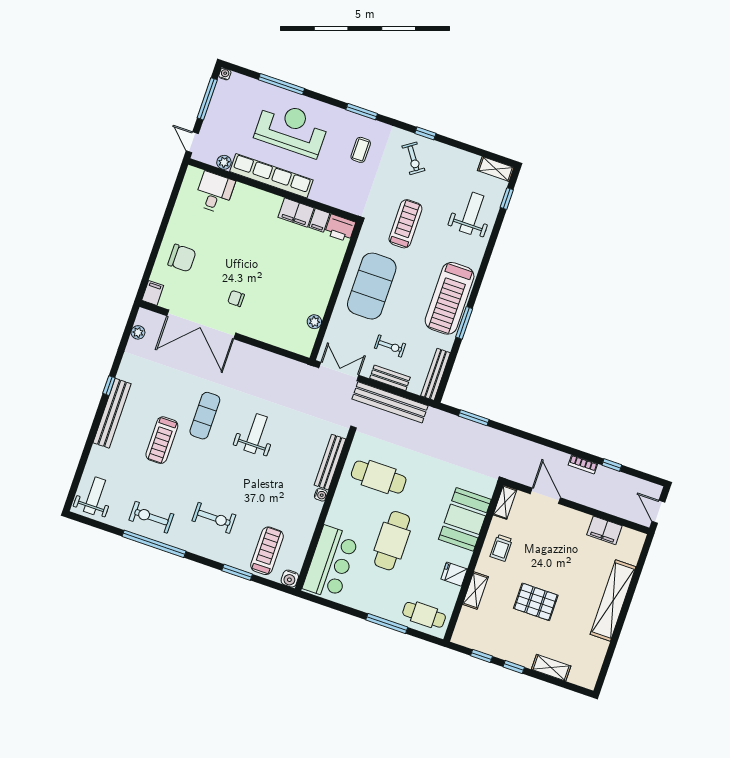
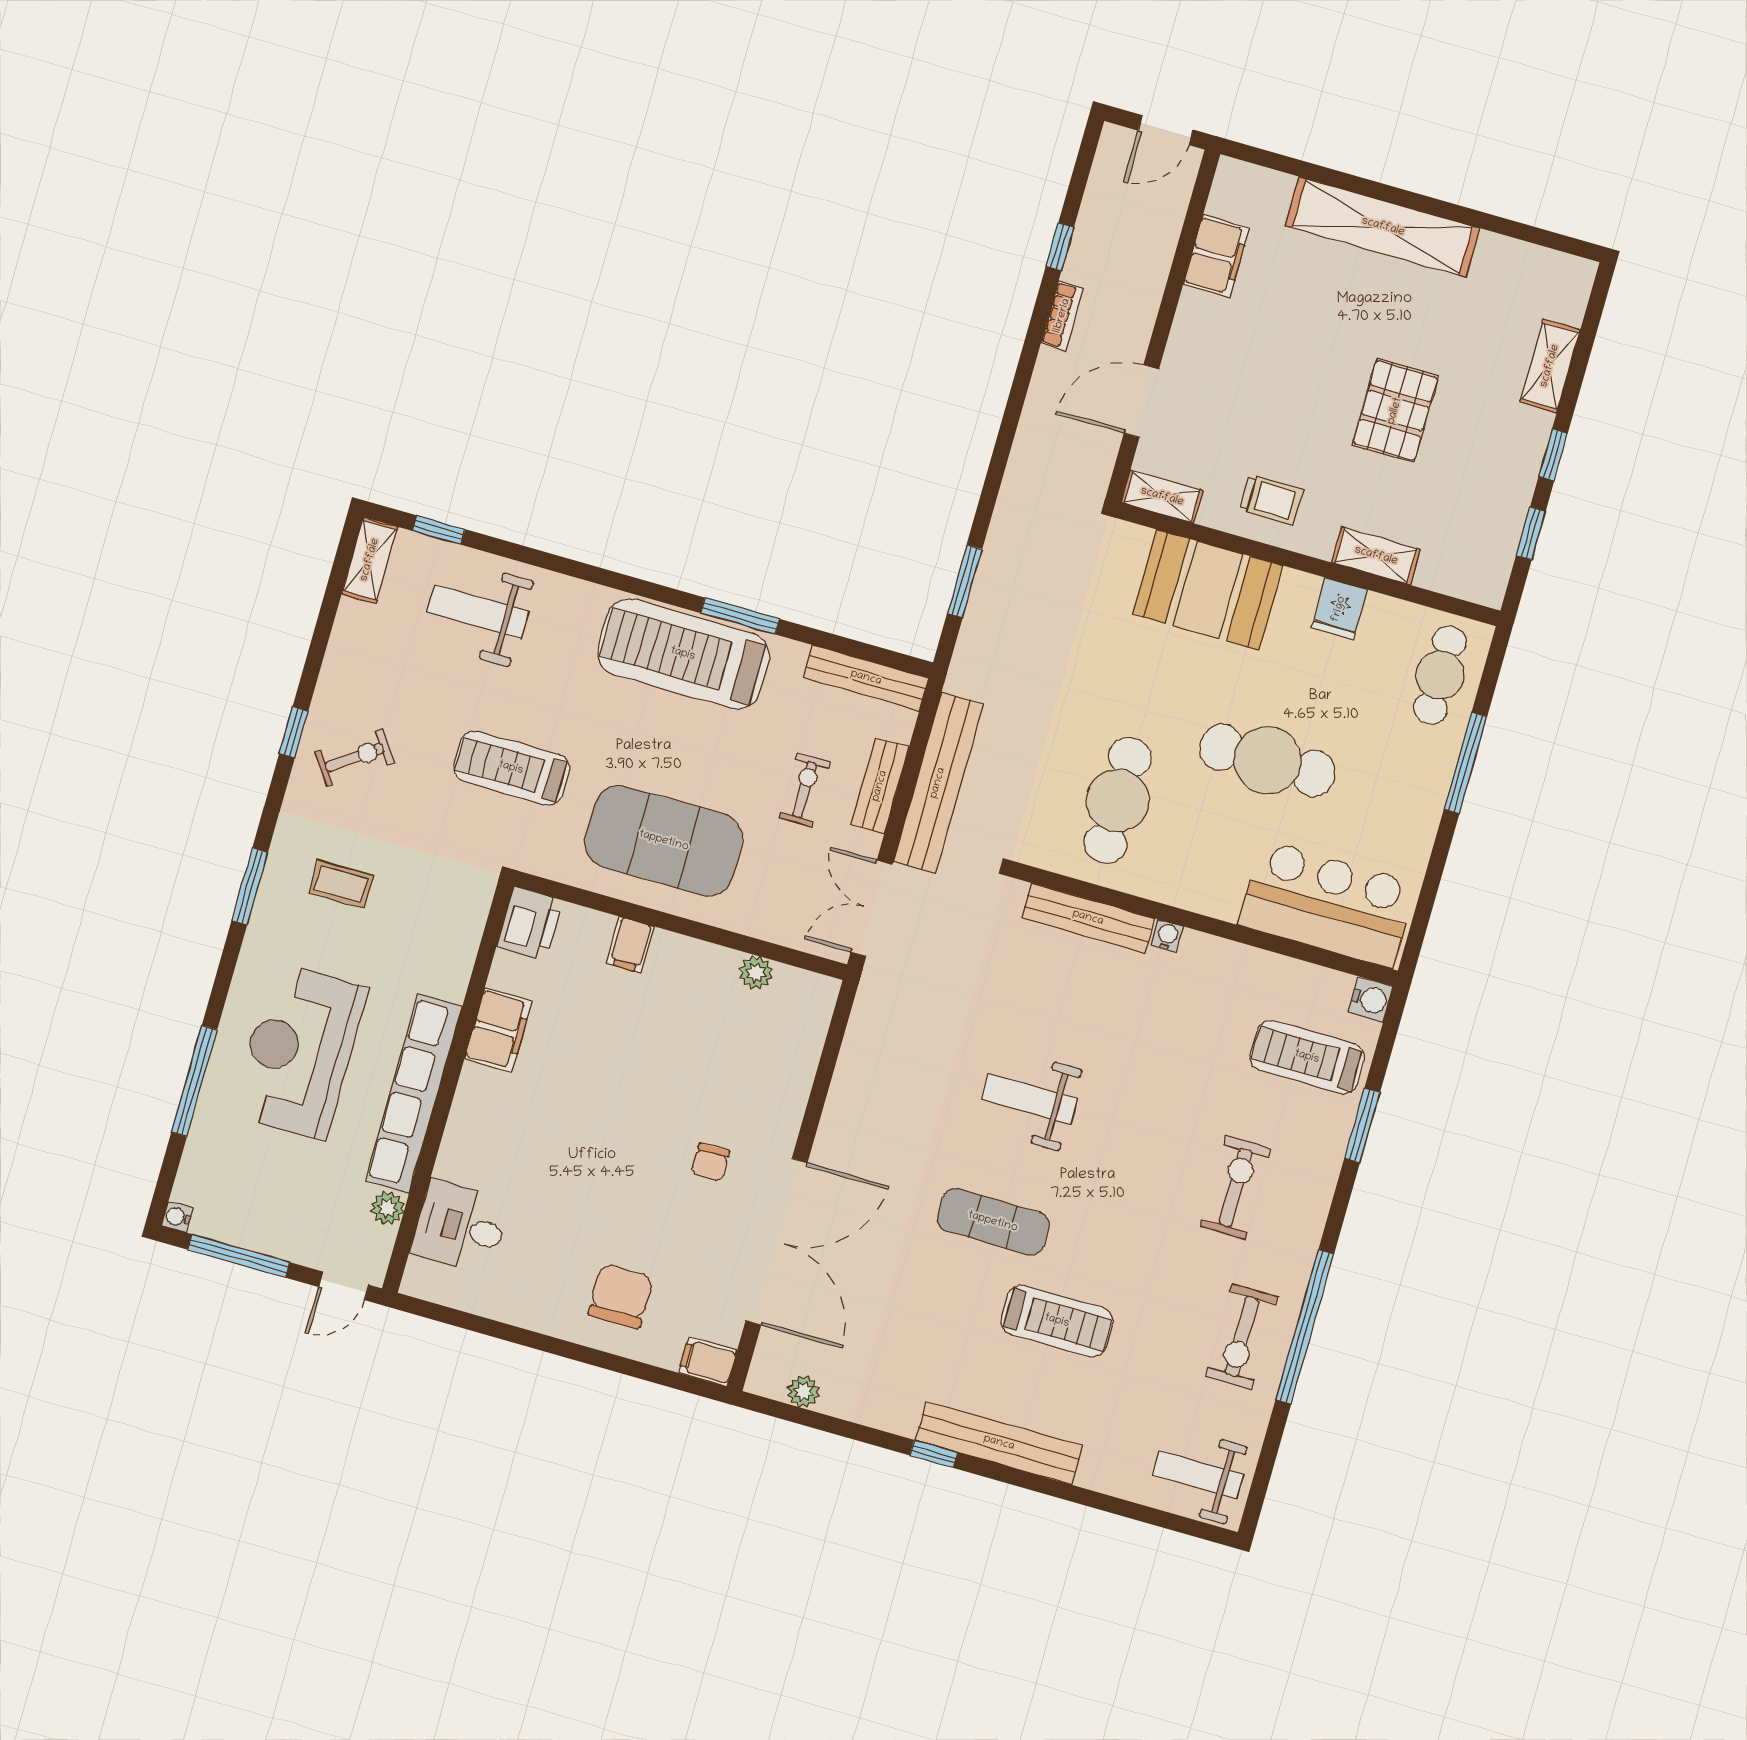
filing cabinet: (319, 220) -> (630, 945), moved, turned 90
treadmill: (450, 298) -> (683, 654), turned 180

